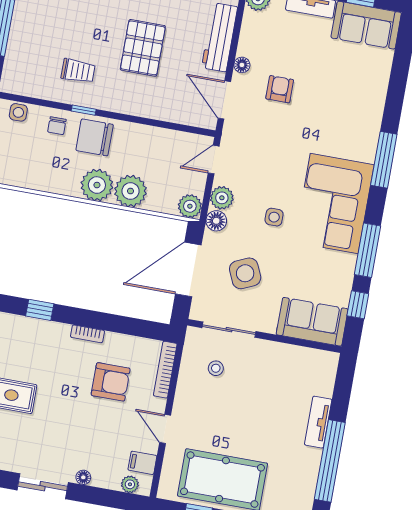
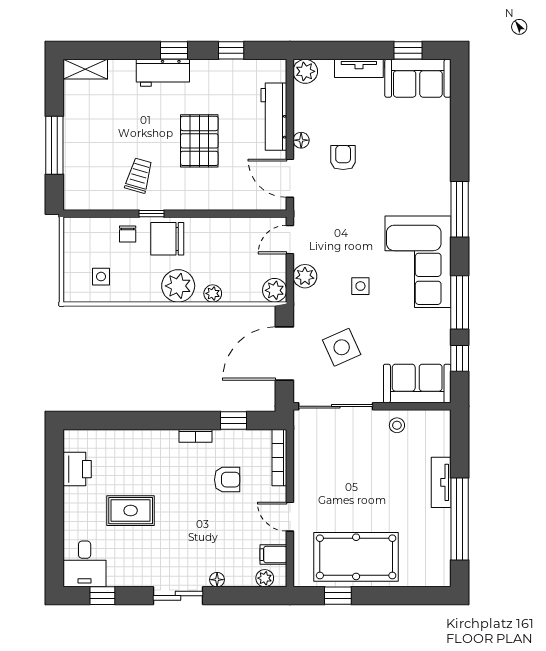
trolley: (78, 71) -> (139, 176), turned -74
side table: (18, 112) -> (101, 277), moved
plant: (131, 191) -> (213, 293), width x0.53, depth x0.53
floor lamp: (216, 221) -> (303, 300), removed
window: (40, 310) -> (234, 421), moved
sliding door: (229, 330) -> (336, 406), width x1.37
stool: (216, 368) -> (397, 425), moved
armchair: (111, 382) -> (227, 480), width x0.72, depth x0.72

